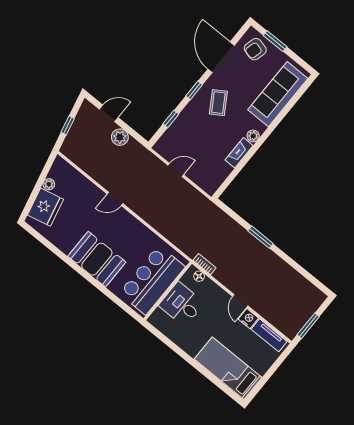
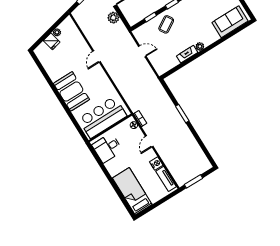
sofa: (278, 94) -> (230, 22), width x0.73
coffee table: (218, 103) -> (166, 24), moved
door: (115, 199) -> (96, 56), hinge flipped
fridge: (45, 207) -> (52, 41), width x0.53, depth x0.75
door: (240, 301) -> (149, 141), moved
desk: (182, 304) -> (107, 148), moved, turned -90

